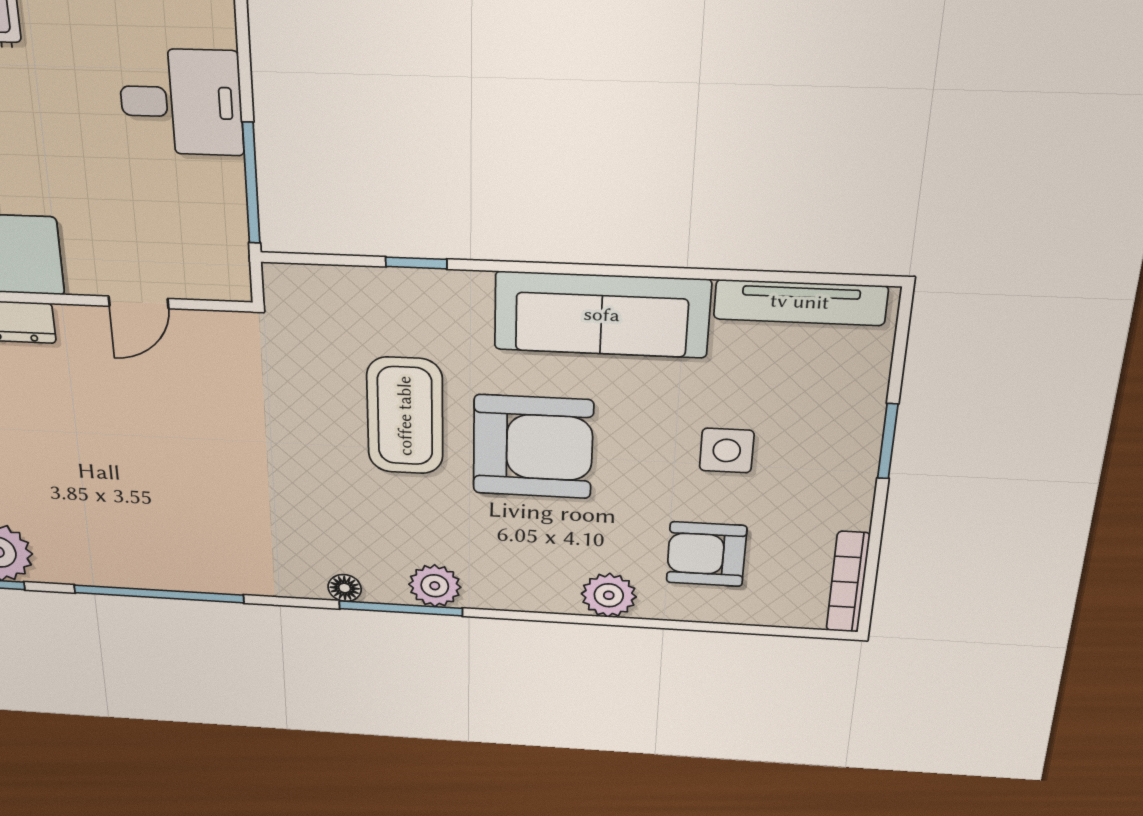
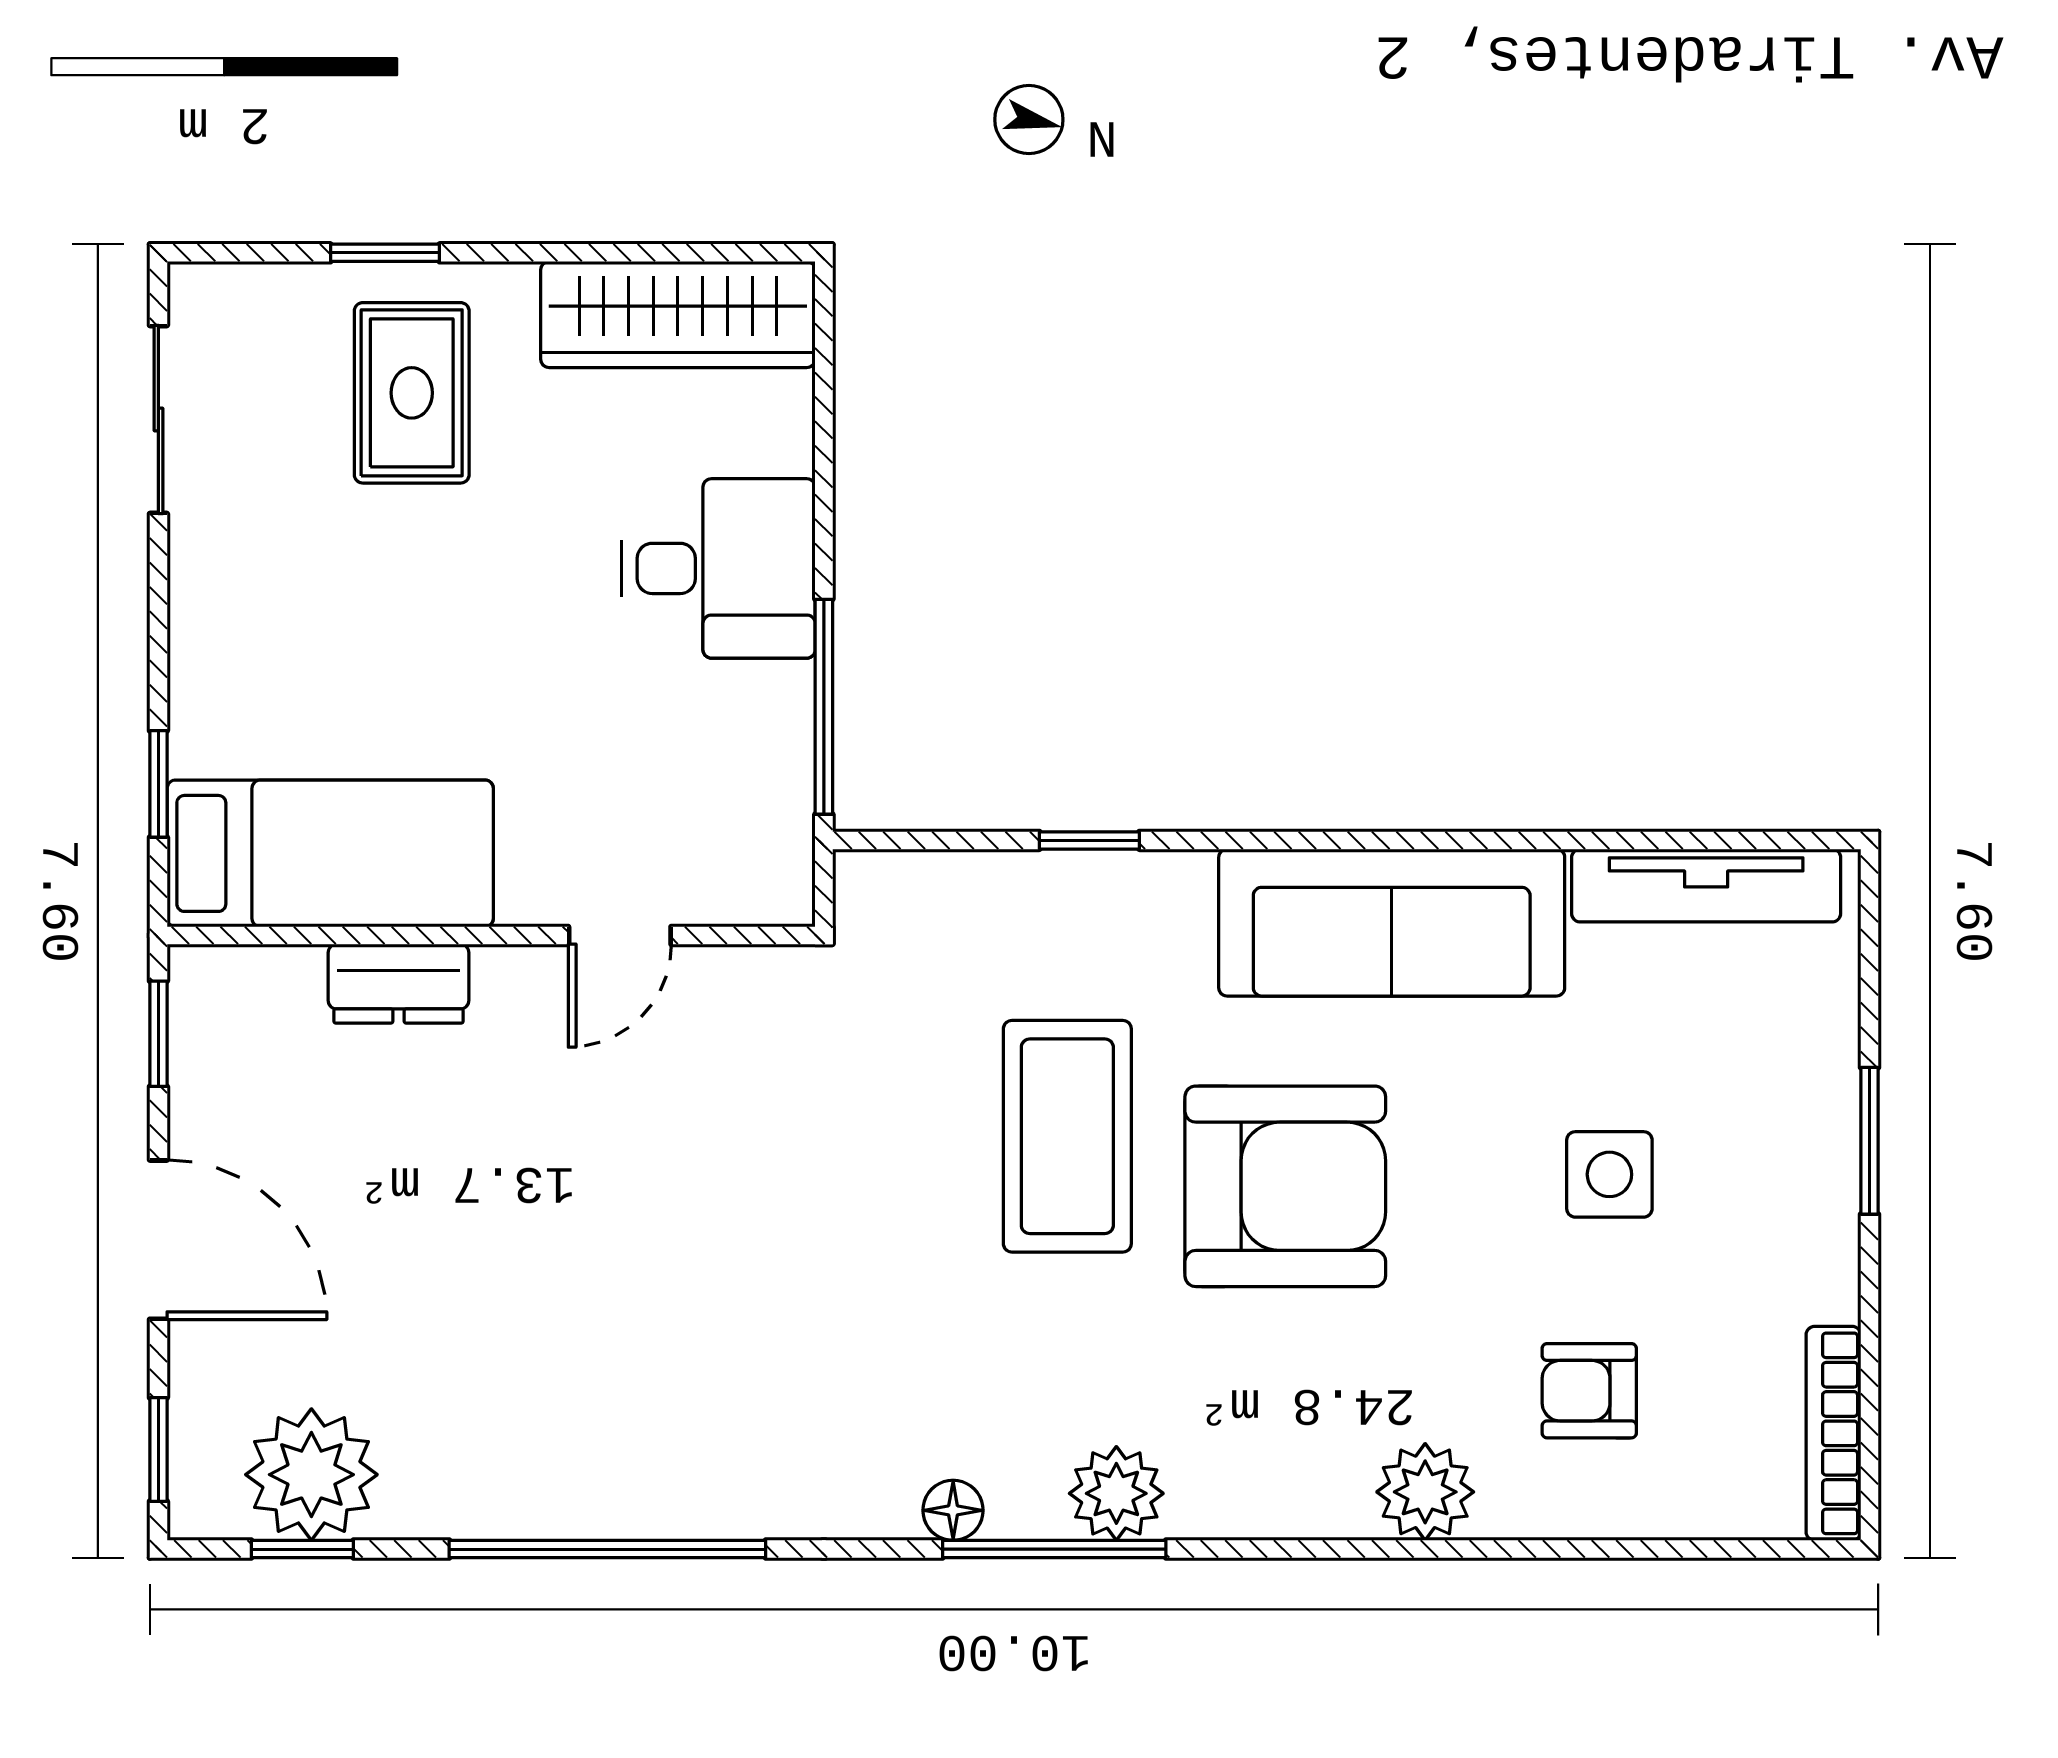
armchair: (706, 554) -> (1589, 1391), width x0.72, depth x0.72

